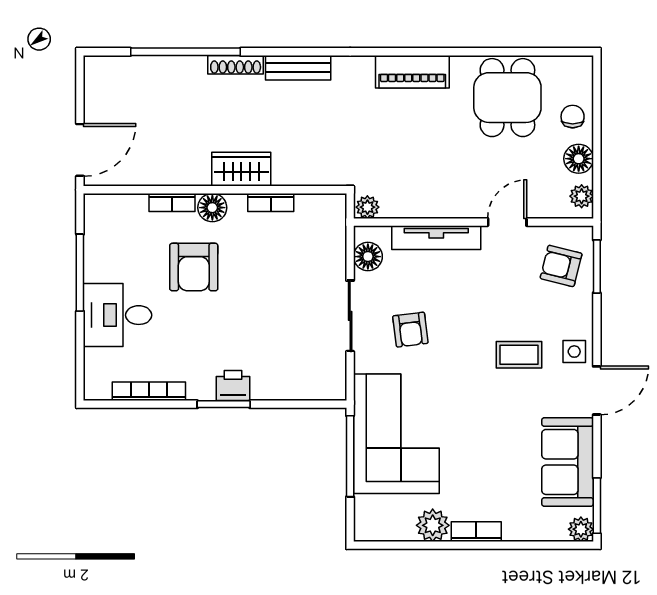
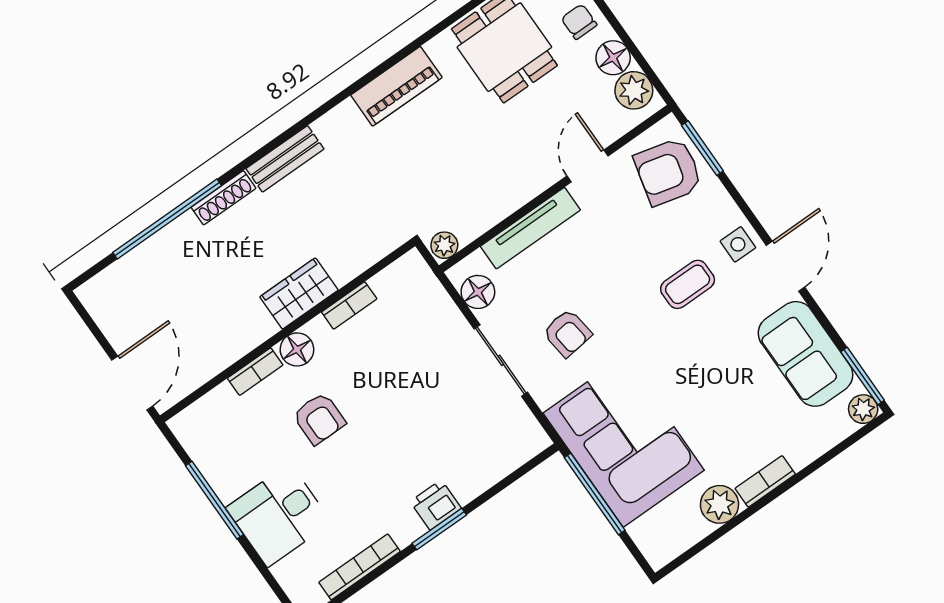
plant: (582, 196) -> (634, 90), width x1.38, depth x1.38
armchair: (561, 266) -> (668, 172), width x1.38, depth x1.38
armchair: (194, 267) -> (319, 418), width x0.72, depth x0.72

